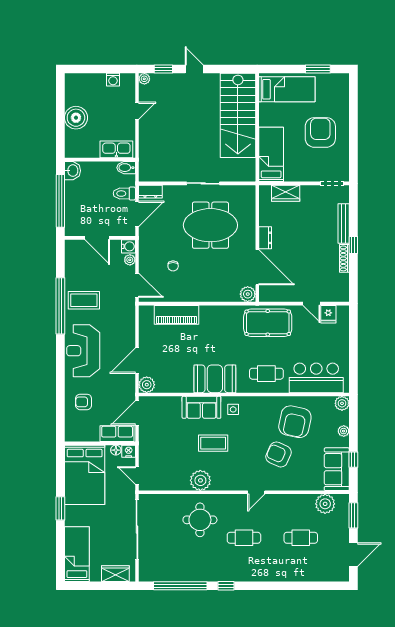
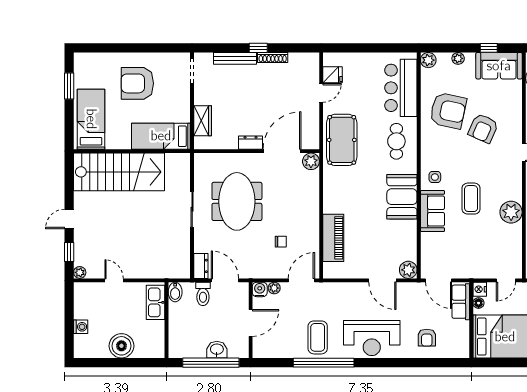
washing machine: (113, 80) -> (81, 327), moved
washbasin: (72, 171) -> (217, 350), moved

